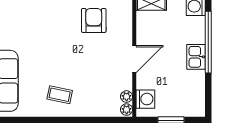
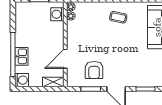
kitchen sink: (196, 57) -> (21, 56), moved
door: (134, 59) -> (65, 59), moved

